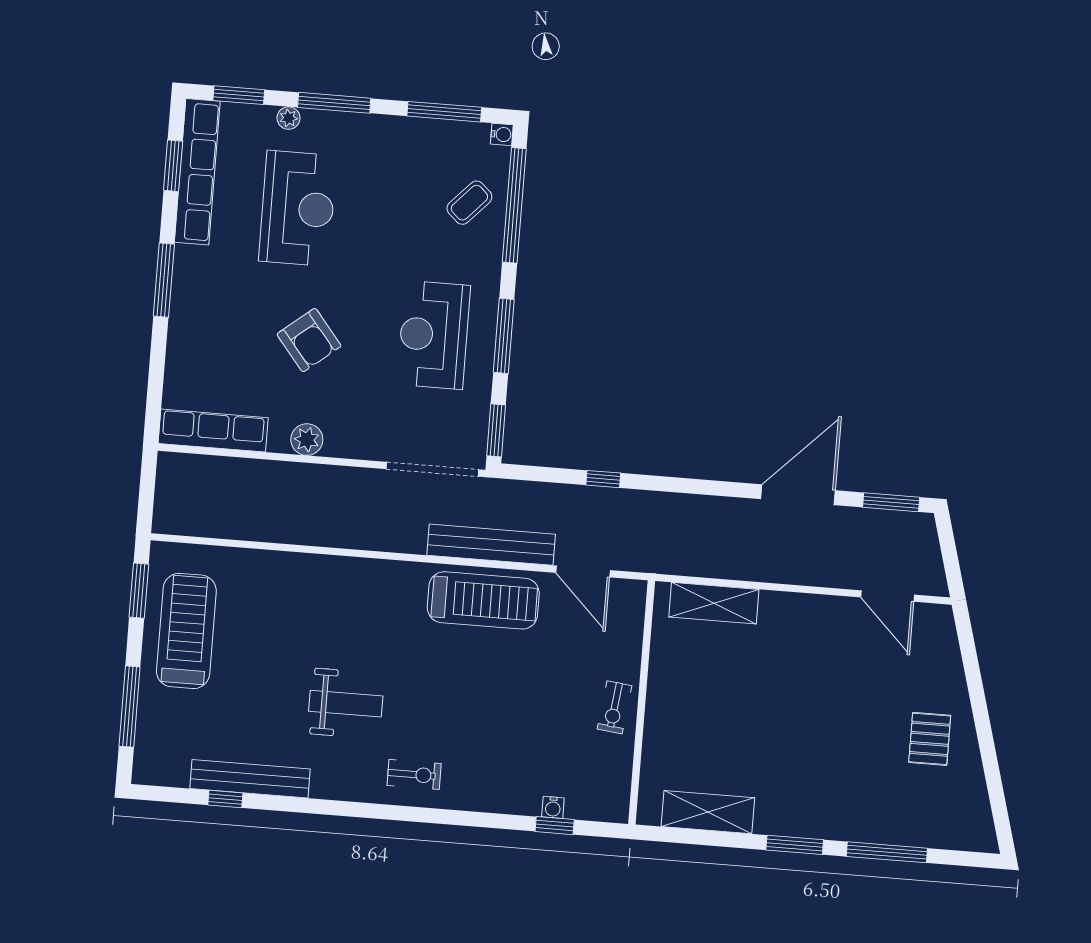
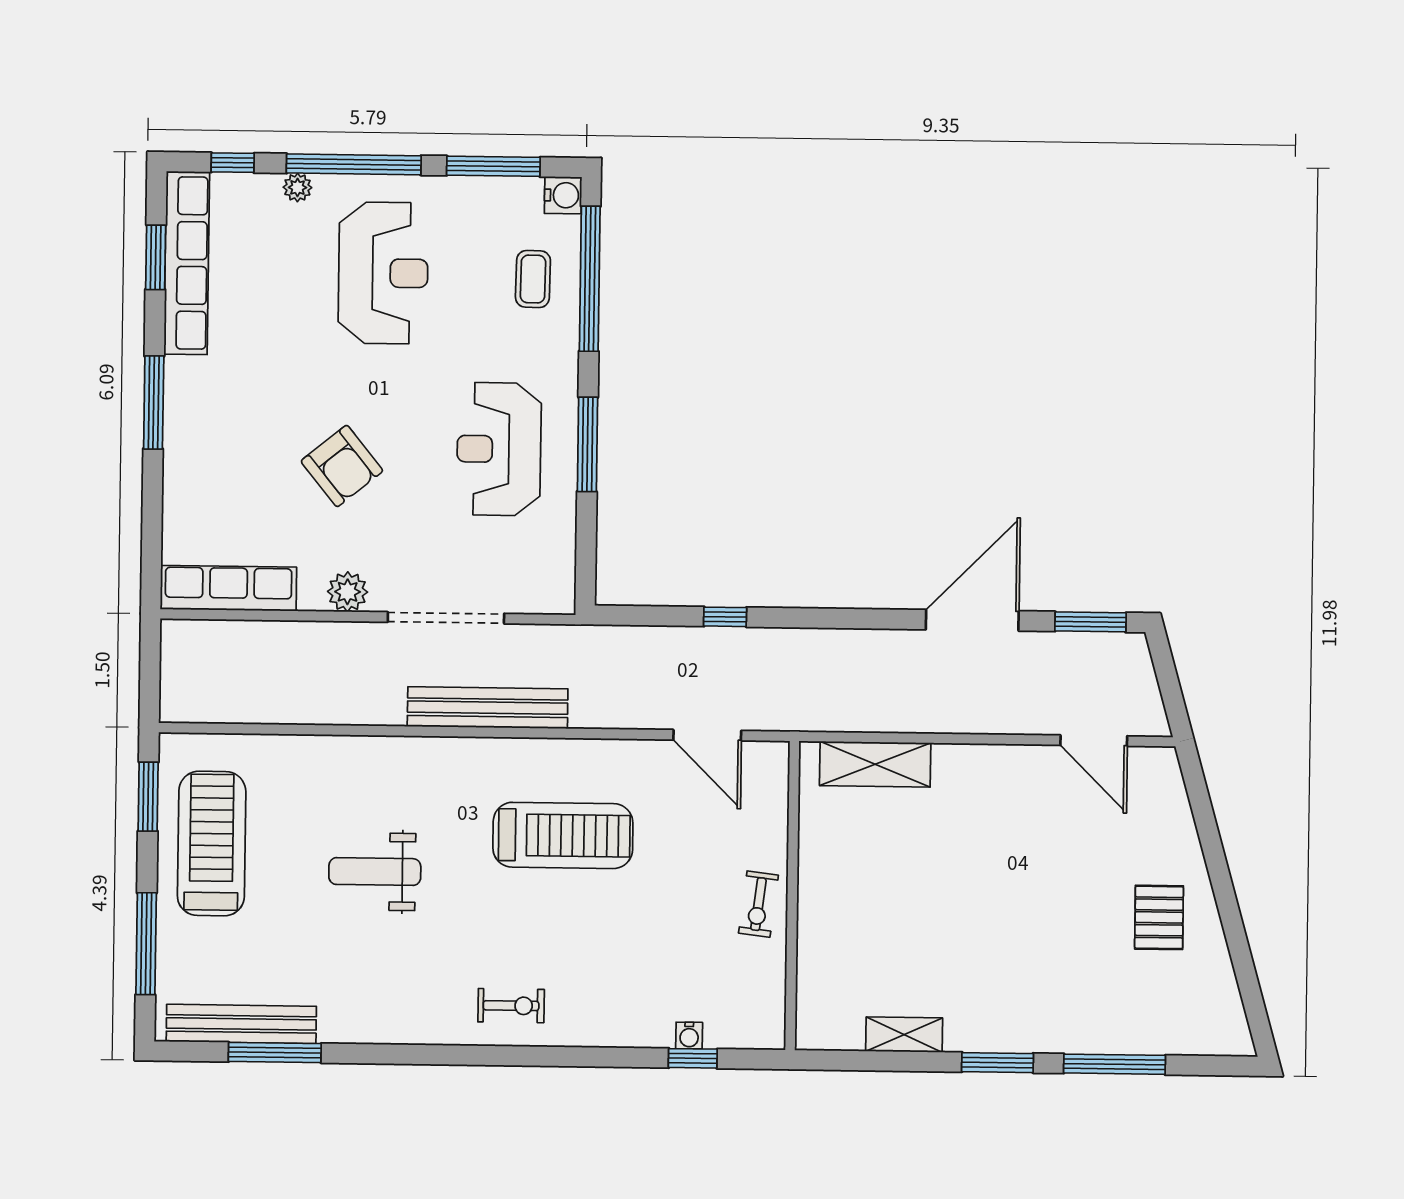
window: (239, 95) -> (233, 163), width x0.67
window: (334, 103) -> (354, 164), width x1.46
water cooler: (502, 134) -> (563, 195), width x1.38, depth x1.38
coffee table: (469, 203) -> (533, 279), turned -42
reception desk: (298, 208) -> (383, 273), moved
window: (496, 430) -> (586, 564), removed
doorway: (433, 469) -> (446, 618), moved
bench: (491, 545) -> (488, 708), moved
treadmill: (483, 600) -> (563, 835), moved
weight bench: (346, 704) -> (375, 872), moved, turned 180
bench: (250, 779) -> (241, 1024), moved
window: (225, 799) -> (275, 1052), width x2.17
shelving: (708, 812) -> (904, 1035), width x0.67, depth x0.75

